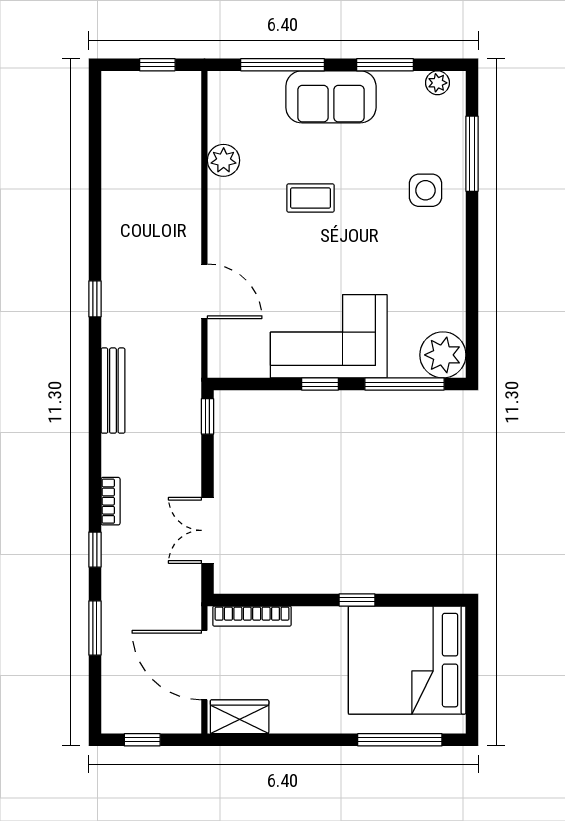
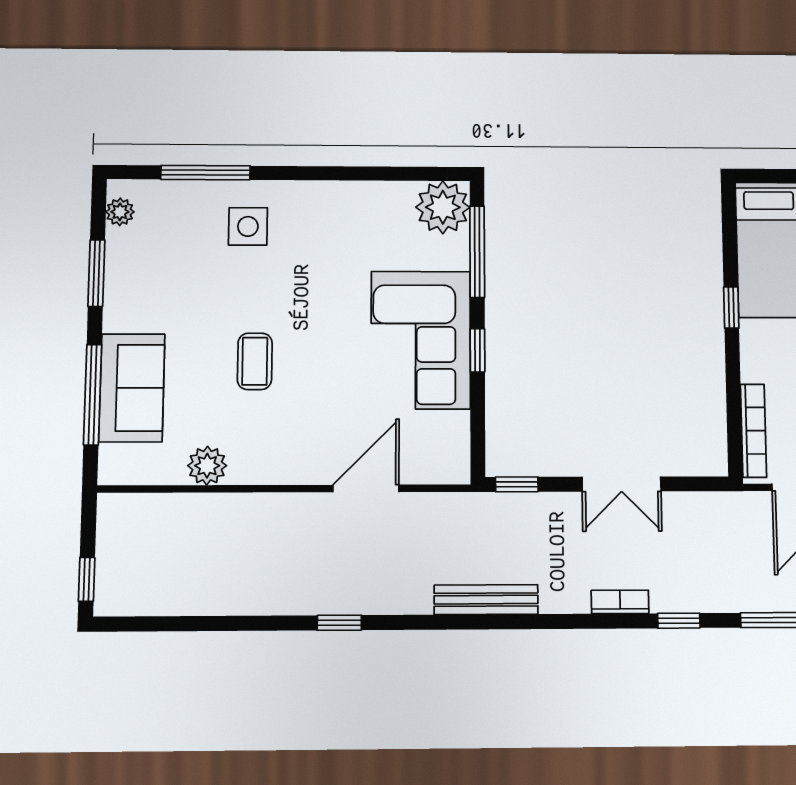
window: (157, 65) -> (87, 579), moved
sofa: (331, 97) -> (132, 388), moved
window: (95, 299) -> (339, 623), moved
double door: (207, 530) -> (622, 484), moved

